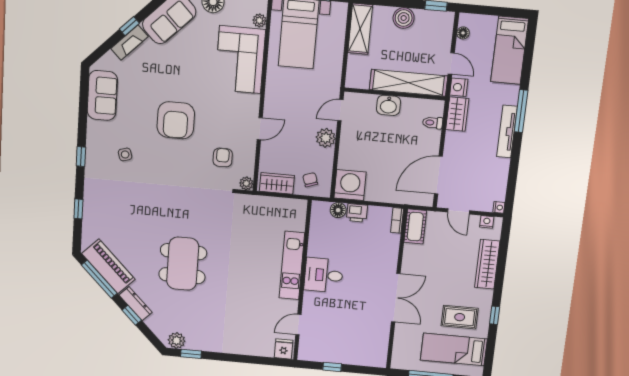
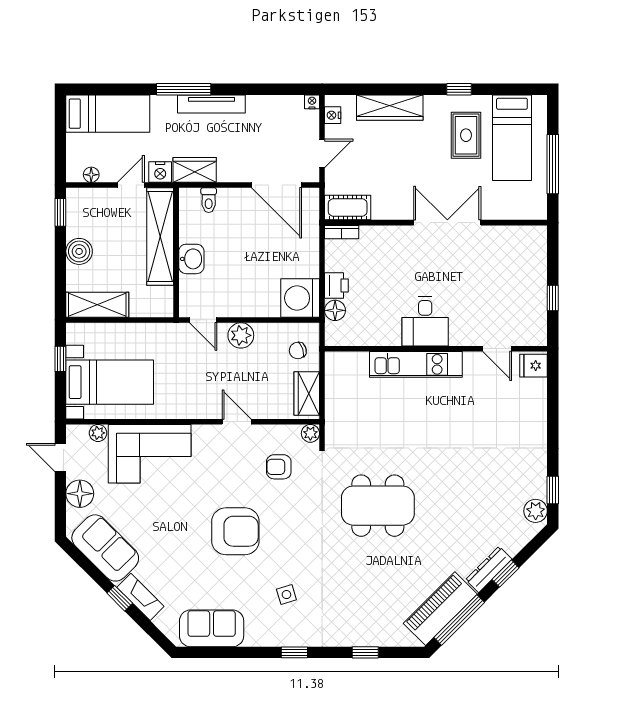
dining table: (183, 264) -> (378, 506), moved

